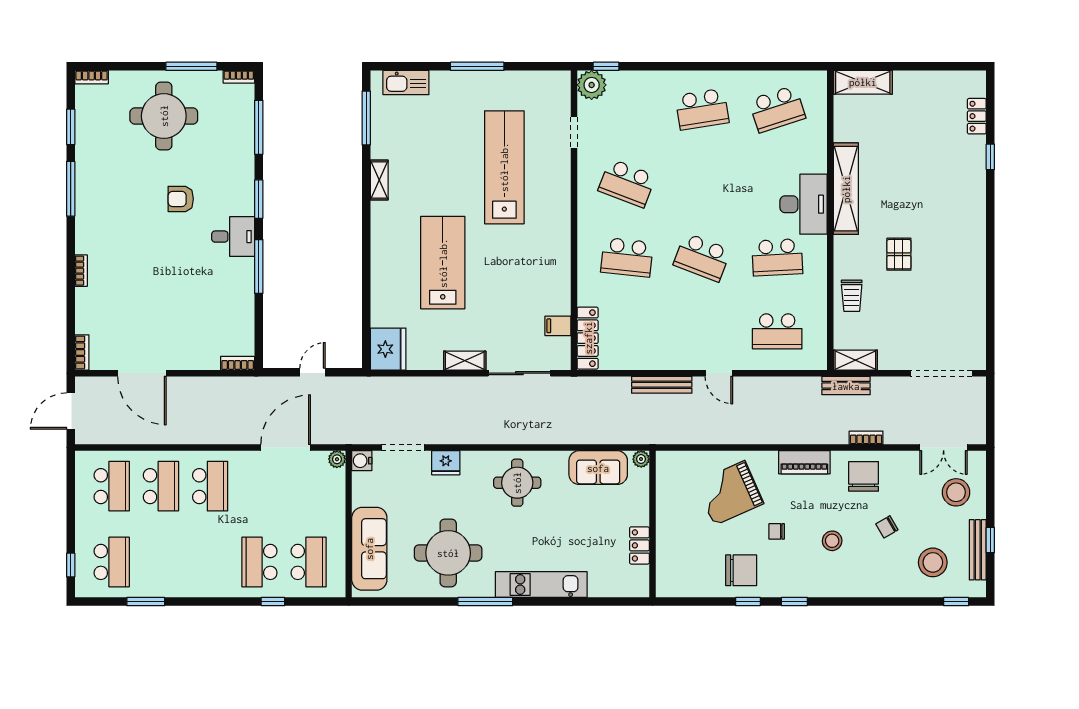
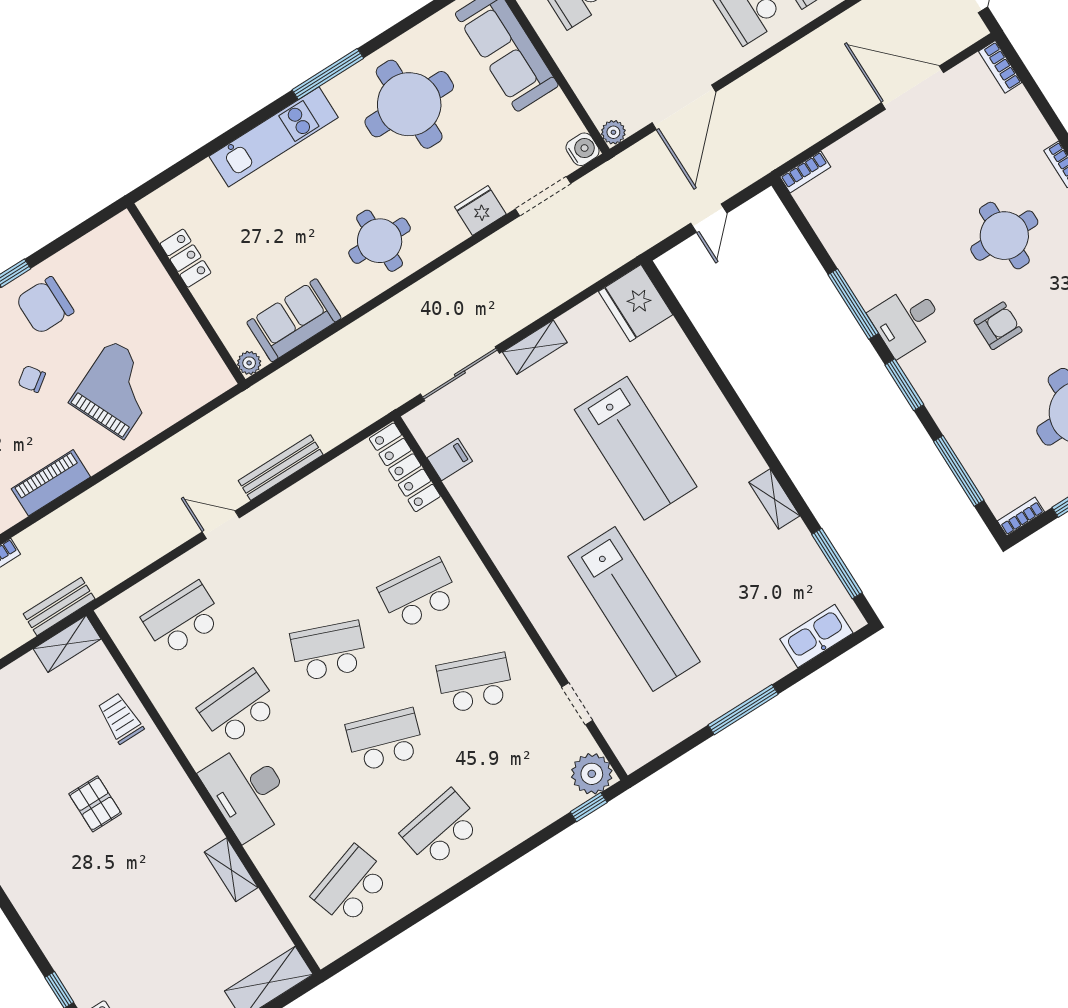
school desk: (702, 183) -> (385, 740), added
shelving: (846, 189) -> (231, 870), width x0.45, depth x0.75
round table: (143, 250) -> (1004, 236), added
chair: (777, 531) -> (32, 379), turned -126

